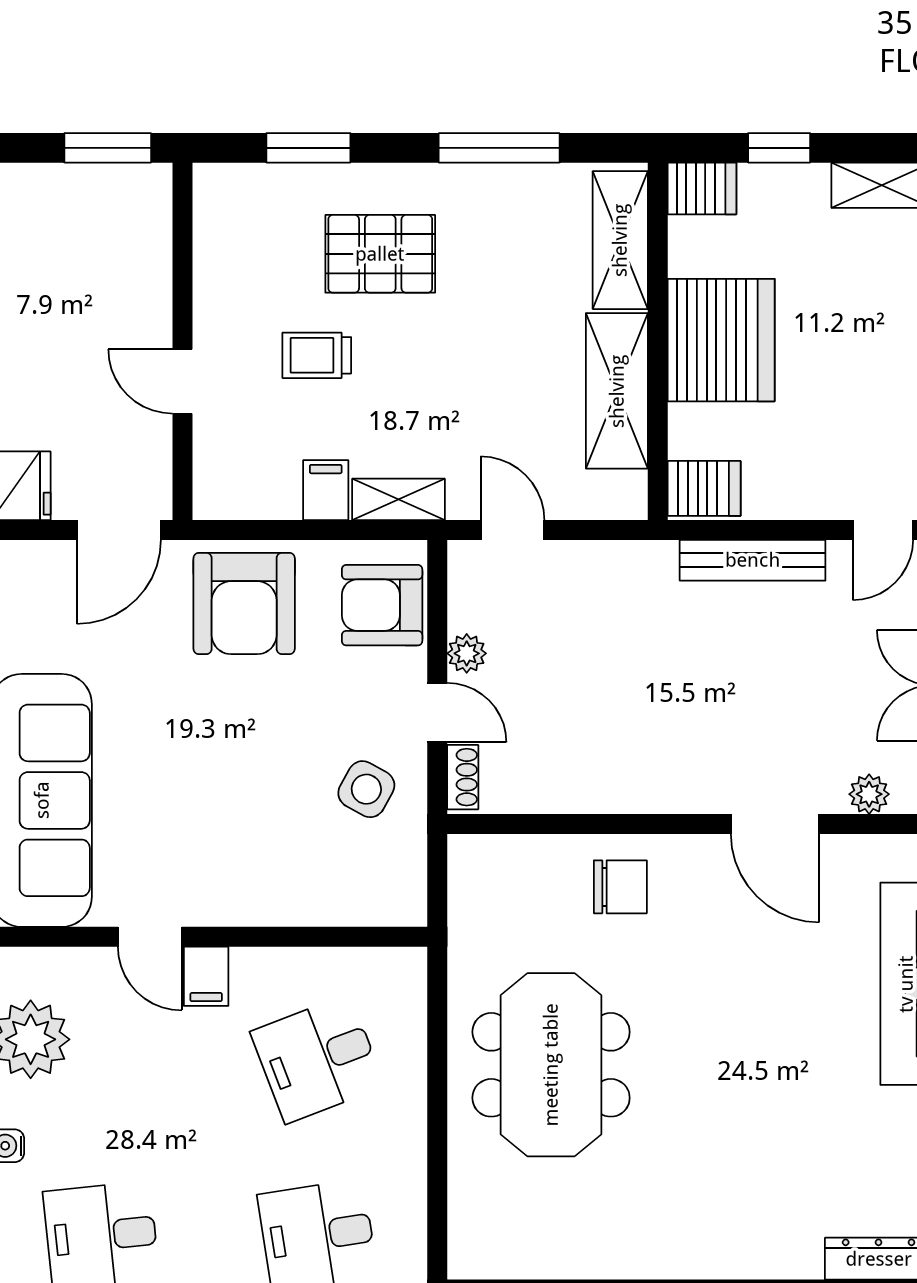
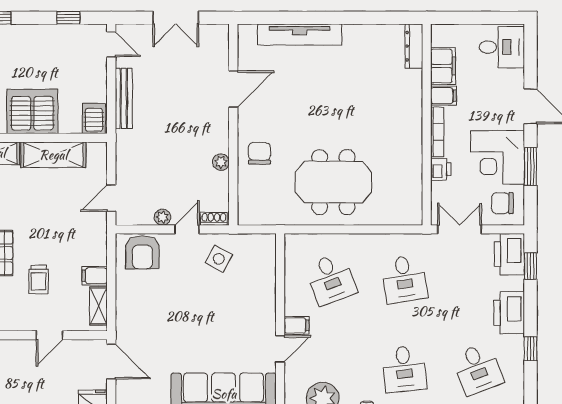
shelving: (399, 499) -> (98, 306), moved
armchair: (244, 604) -> (142, 310), removed
plant: (869, 794) -> (221, 162), moved

